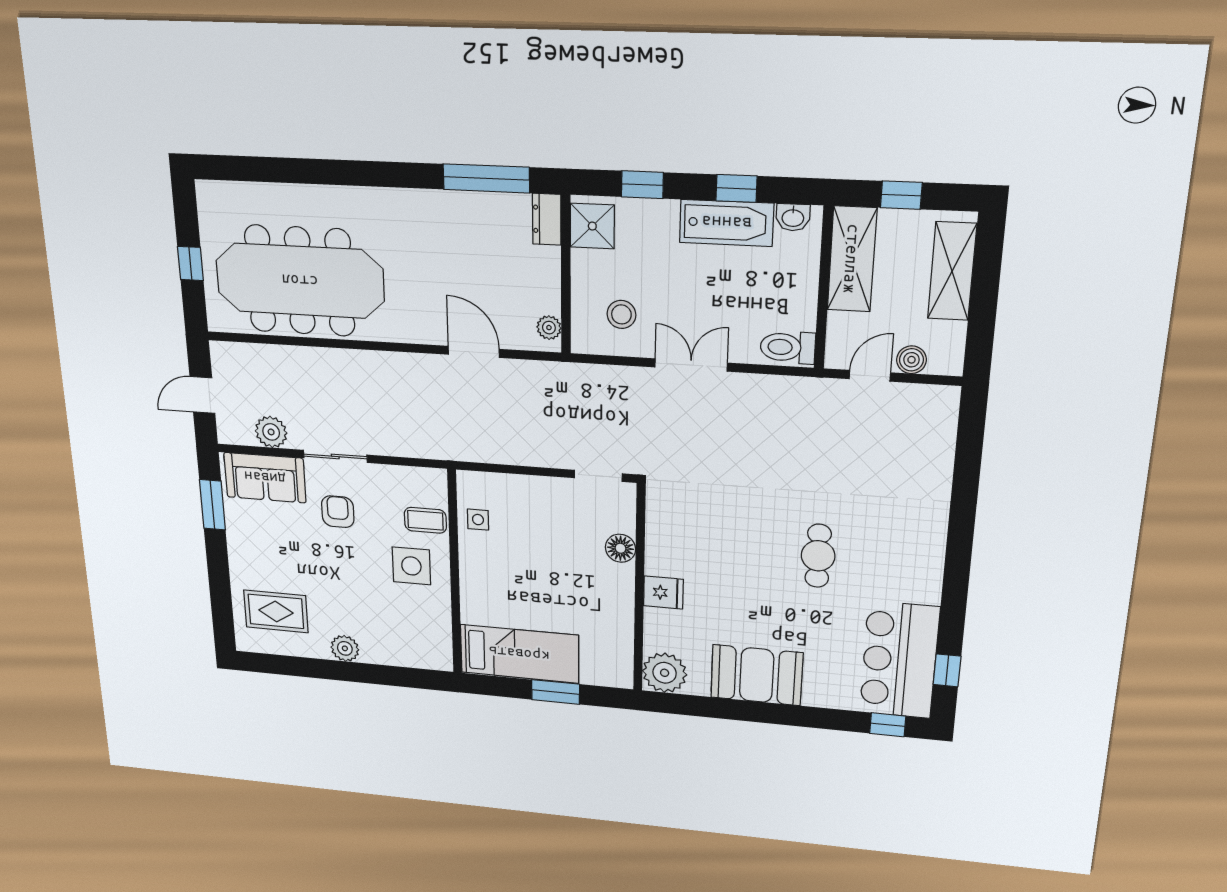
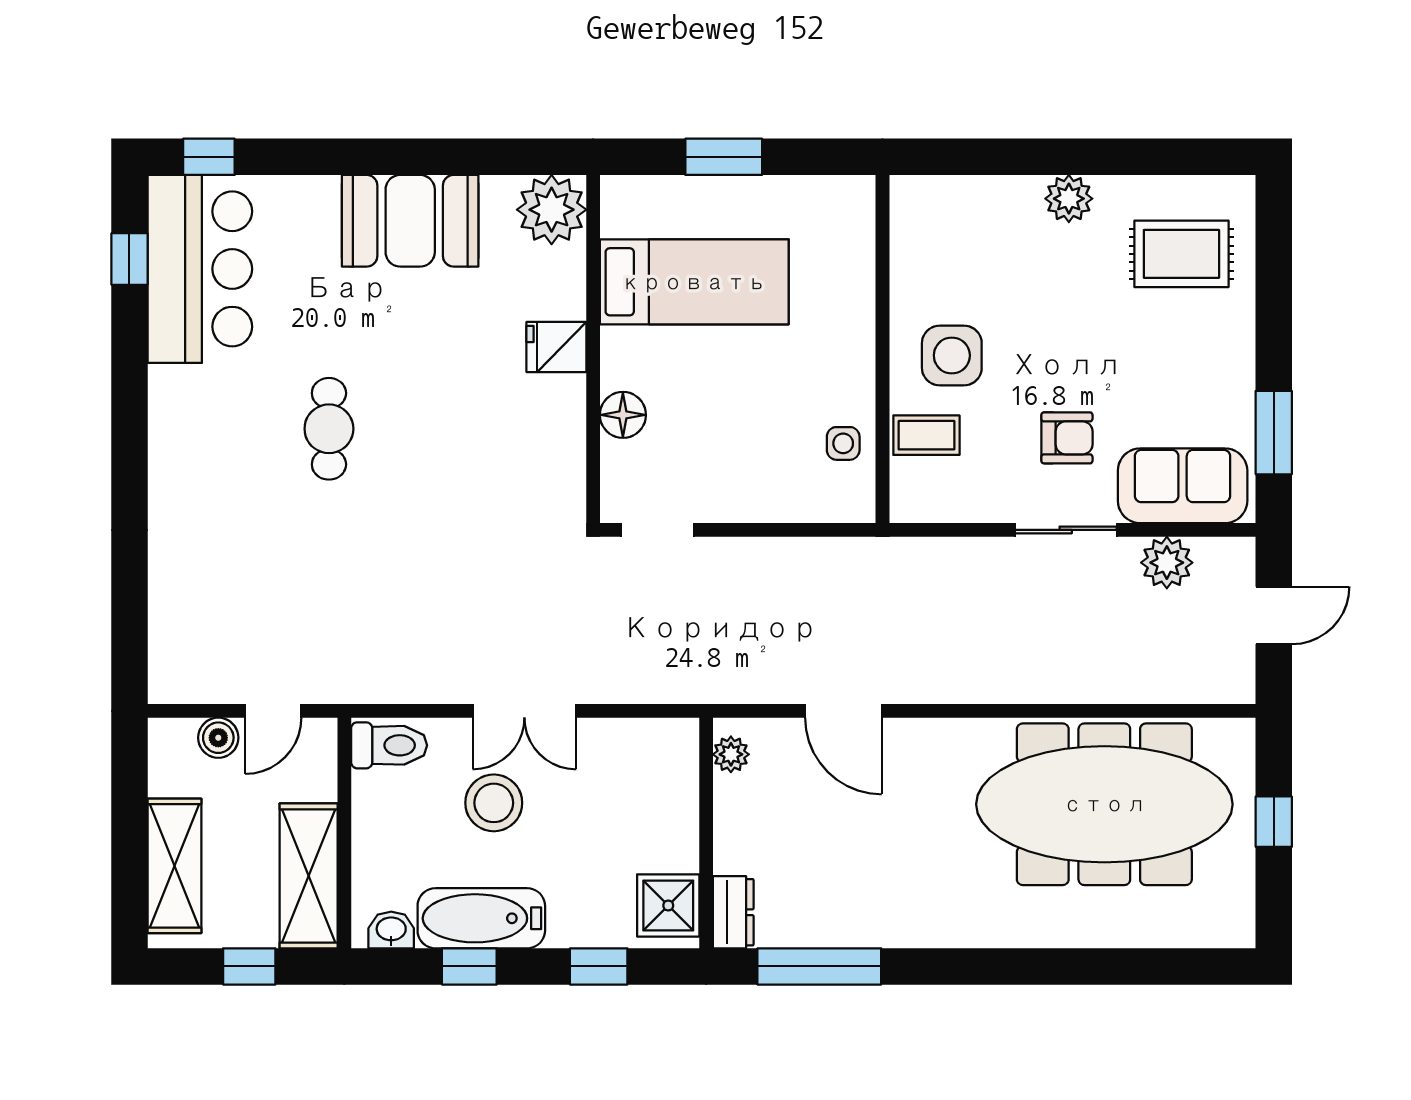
stool: (621, 314) -> (494, 803), moved, width x1.38, depth x1.38
armchair: (338, 512) -> (1067, 438), turned -90
bed: (519, 654) -> (694, 282), moved, turned 180

